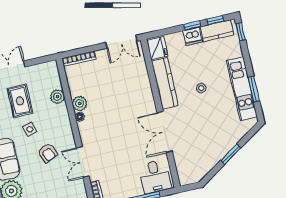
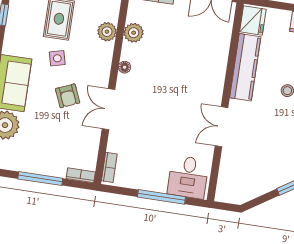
plant: (80, 103) -> (134, 33), moved
double door: (165, 132) -> (222, 127), width x0.73
double door: (83, 162) -> (108, 109), moved

